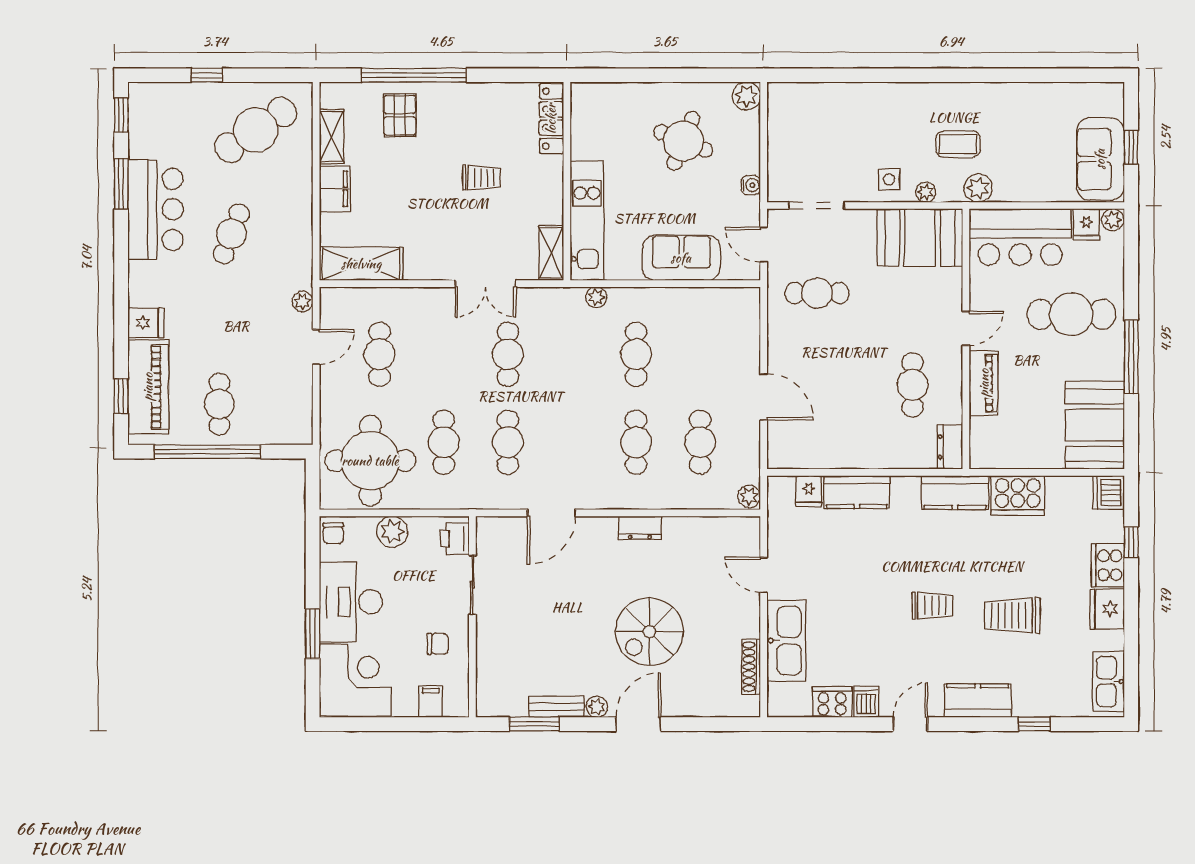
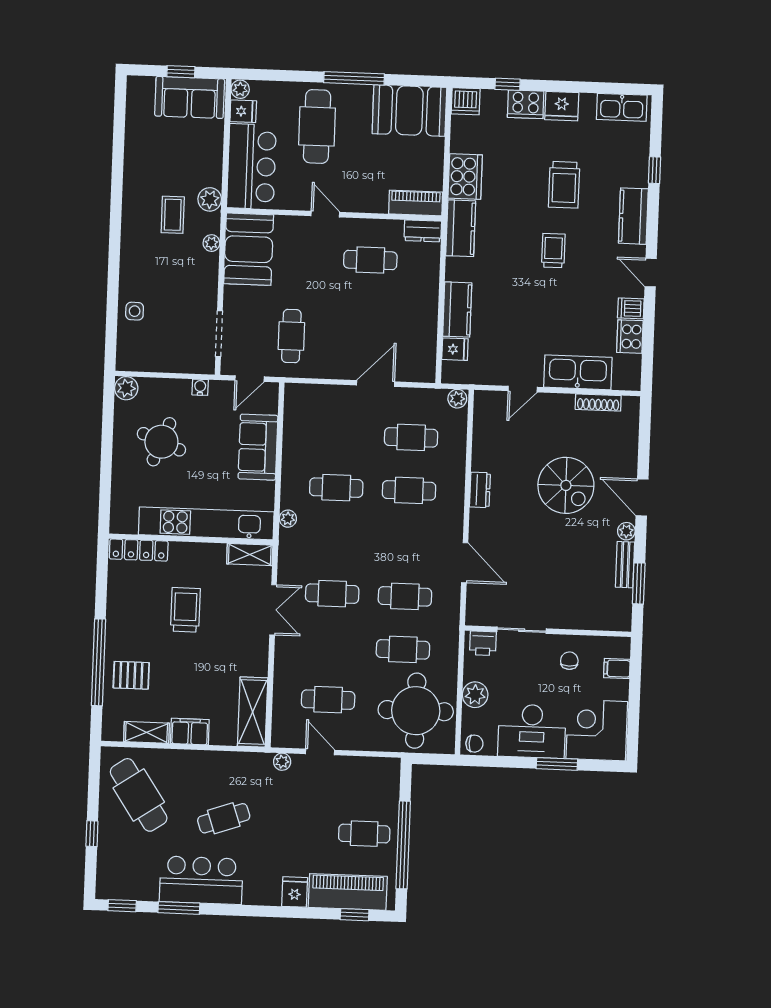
trolley: (481, 178) -> (185, 610), width x1.36, depth x1.39
side table: (889, 179) -> (135, 311), moved
kitchen unit: (587, 221) -> (206, 523), width x1.36
cafe table: (231, 234) -> (224, 818), turned -40
piano: (984, 383) -> (416, 203), moved

